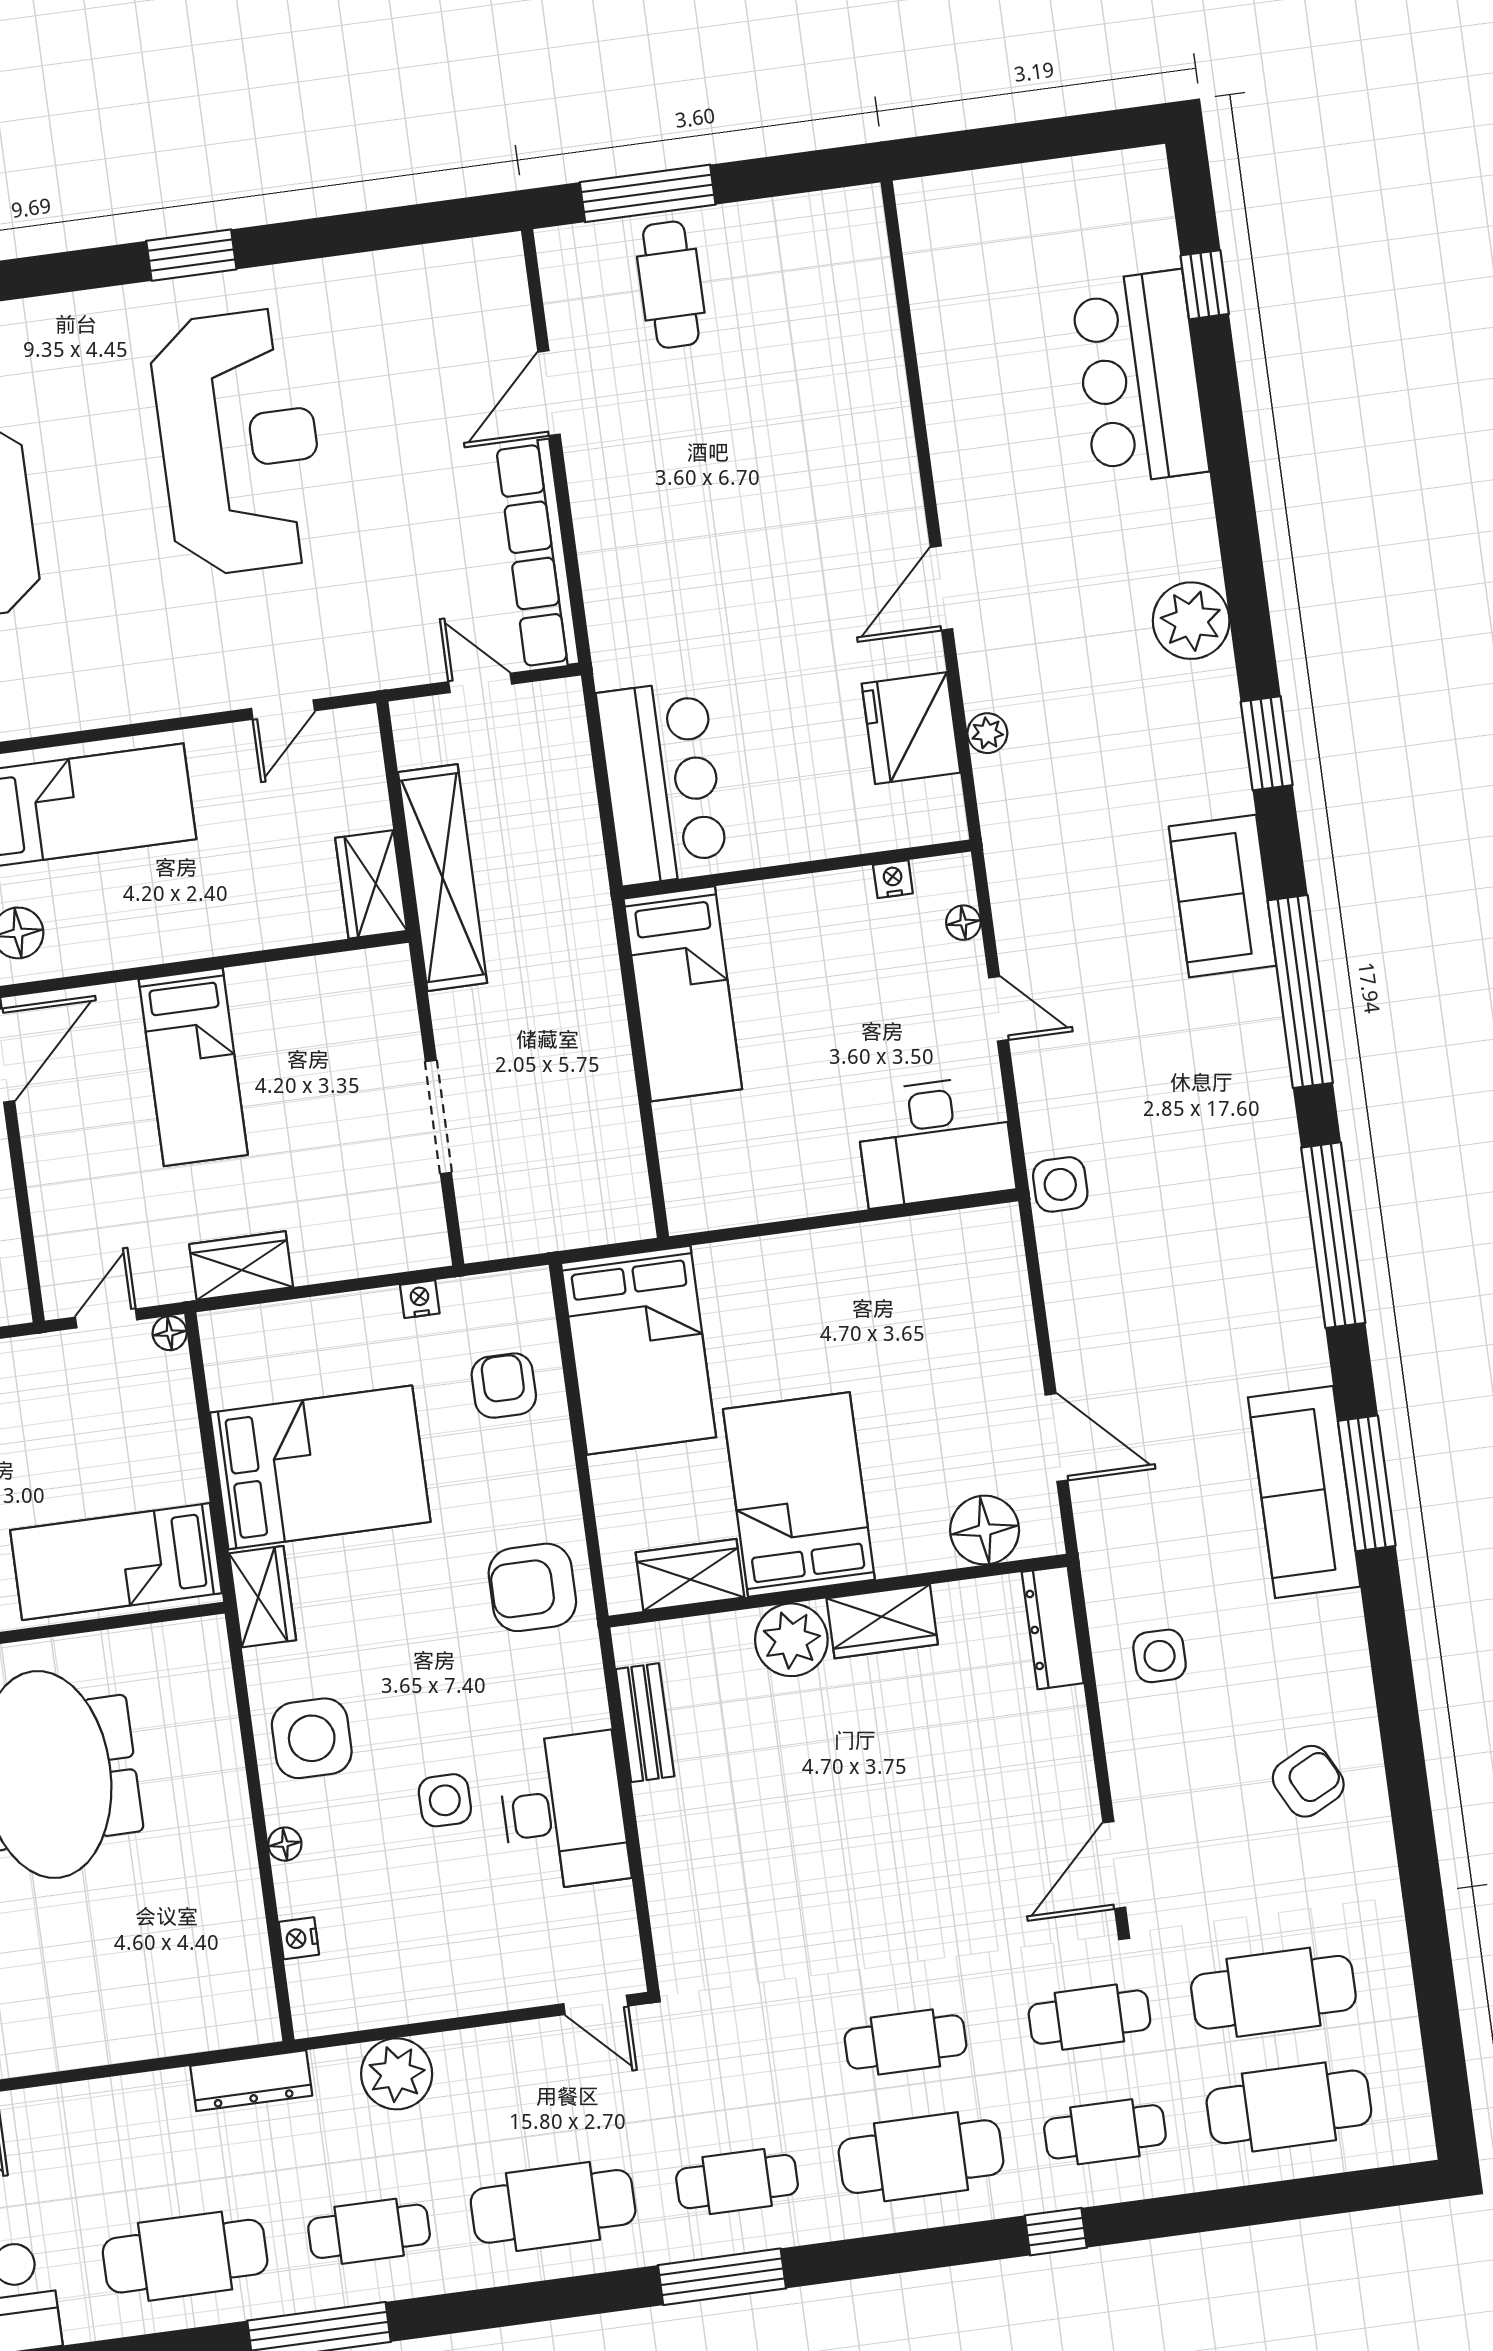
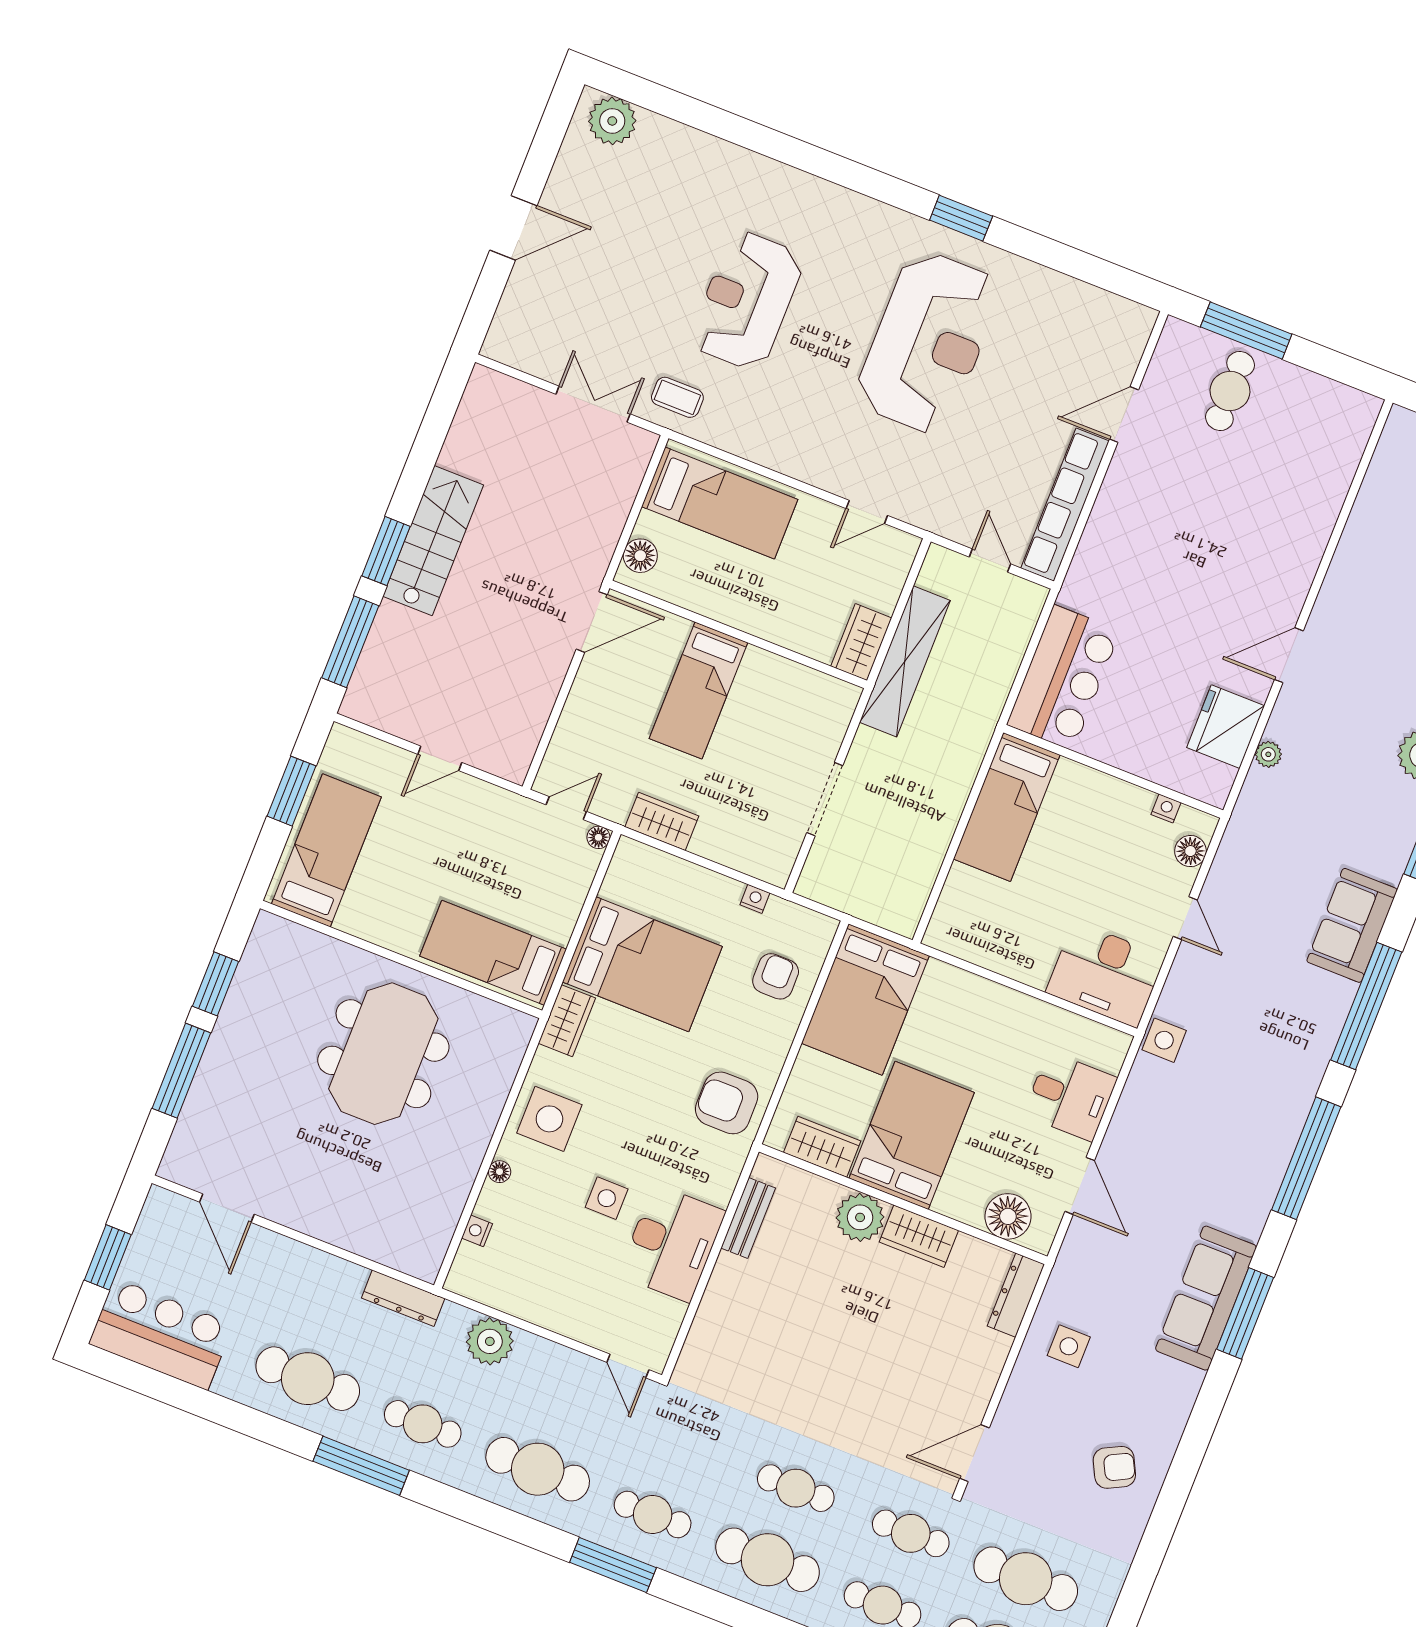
floor lamp: (963, 923) -> (1190, 851), width x1.37, depth x1.37
desk: (978, 1327) -> (1070, 1096), added

